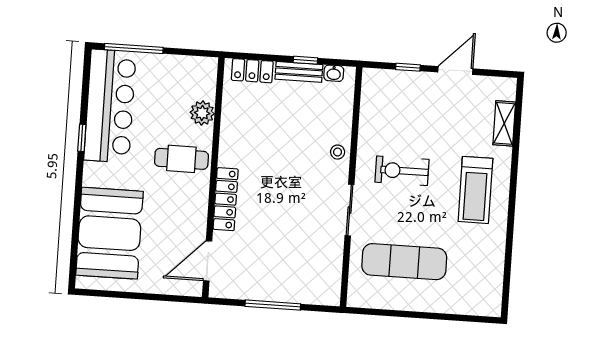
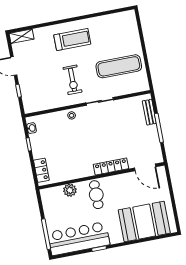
bench: (299, 72) -> (149, 112), moved
shelving: (504, 123) -> (22, 36), moved
exercise mat: (404, 262) -> (119, 66), turned 90

